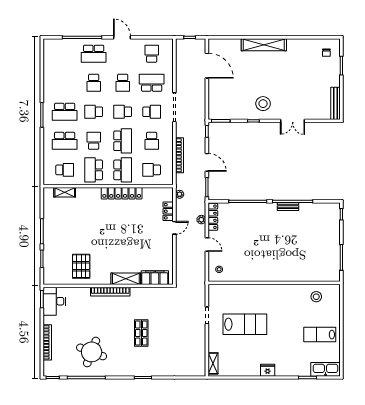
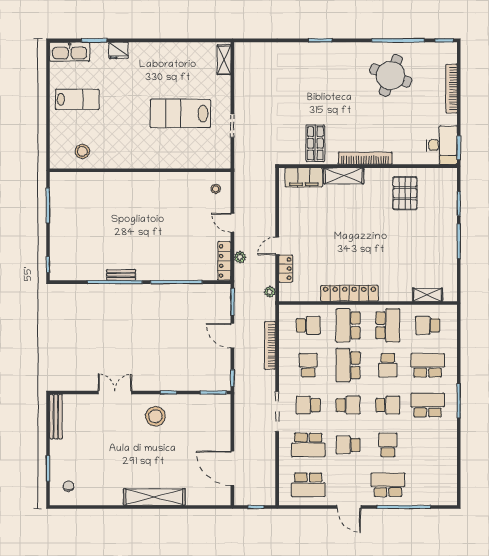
school desk: (152, 54) -> (308, 485), width x1.85
school desk: (123, 83) -> (348, 445), turned -90
shop shelf: (141, 333) -> (315, 143), moved
fridge: (268, 370) -> (119, 50), moved

